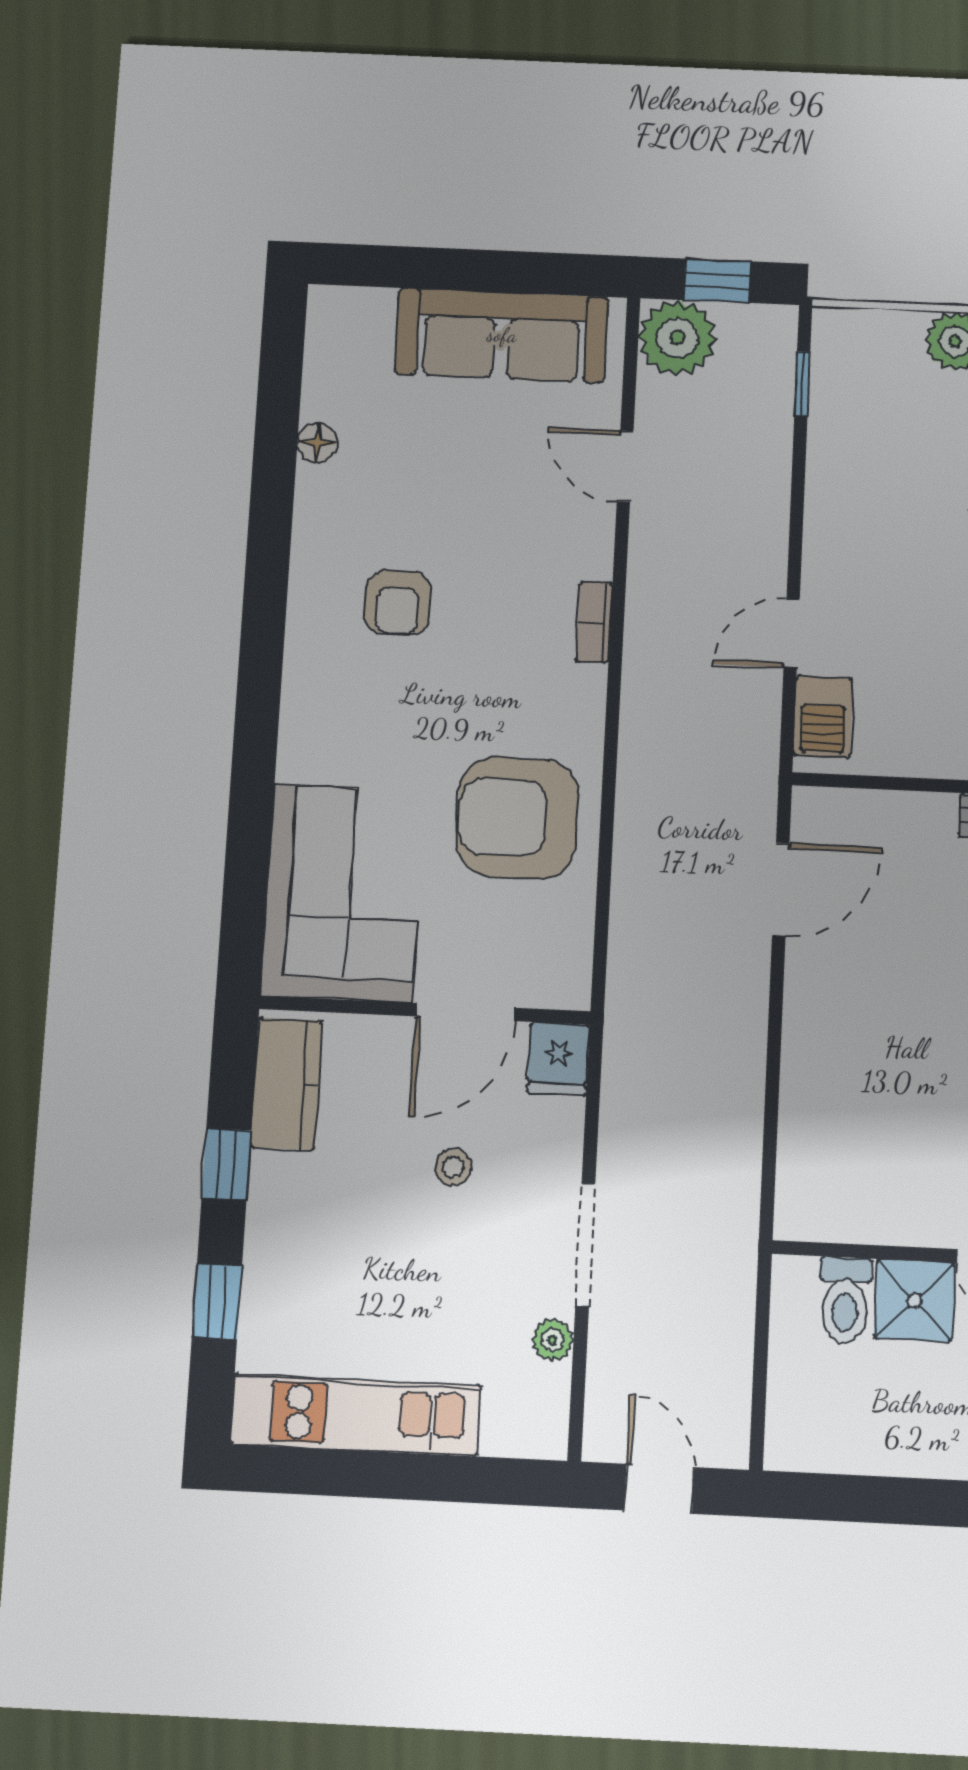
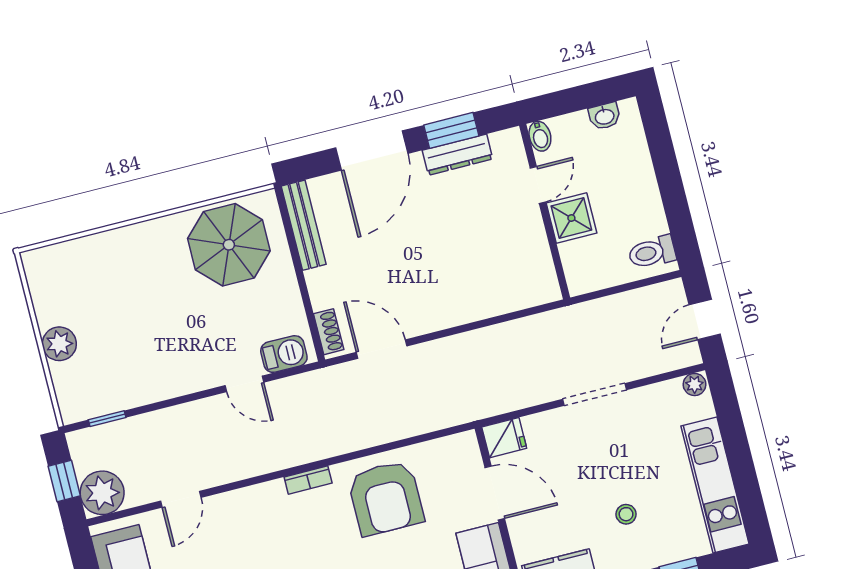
bookcase: (594, 622) -> (308, 480), moved
shoe rack: (839, 806) -> (329, 332), added
stool: (454, 1167) -> (626, 514), moved
toilet: (845, 1300) -> (652, 252), moved, turned 180
plant: (552, 1340) -> (695, 384), moved

